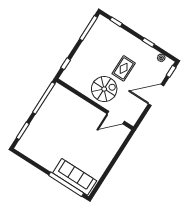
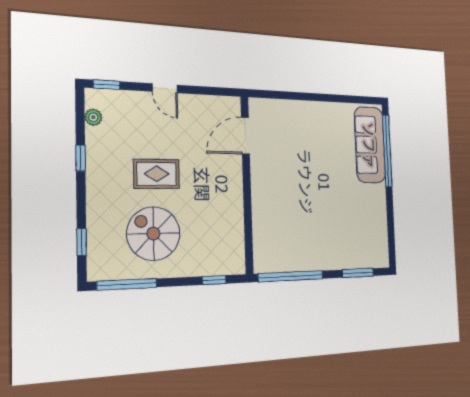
spiral stairs: (104, 89) -> (153, 234), moved
door: (156, 95) -> (165, 88), width x0.53
door: (116, 118) -> (245, 136), swing flipped

